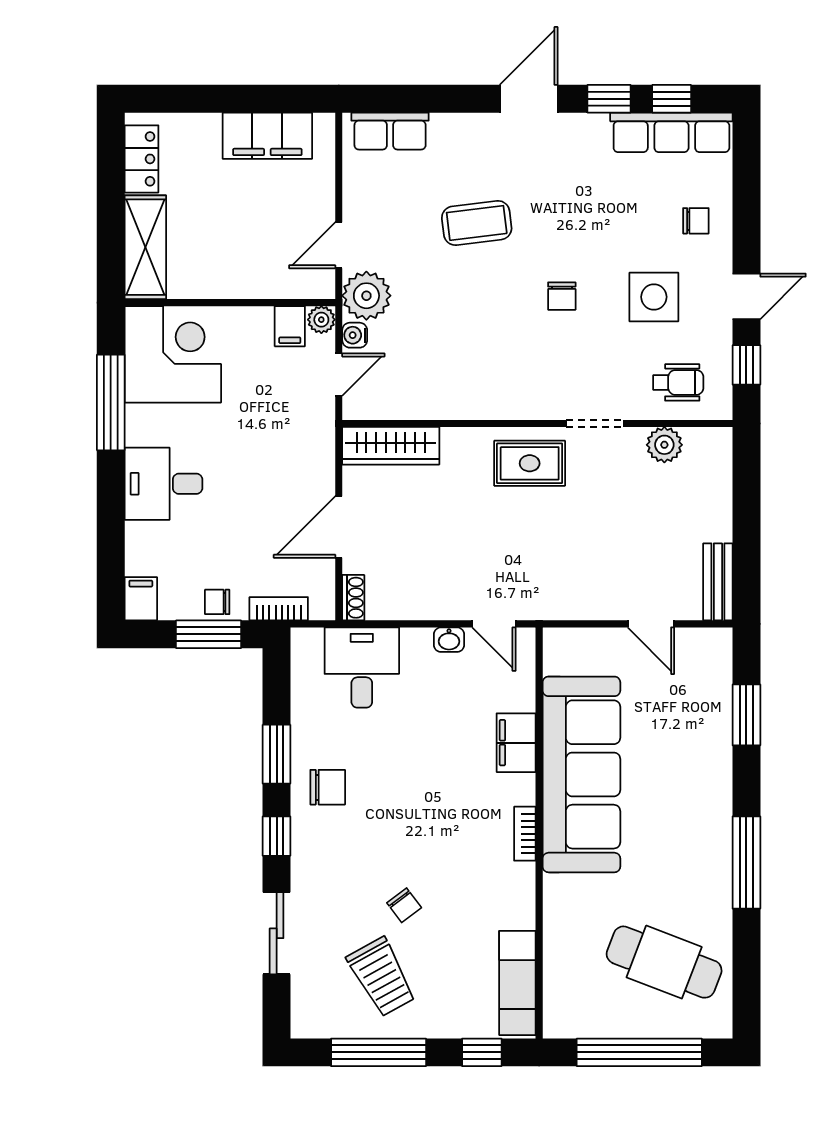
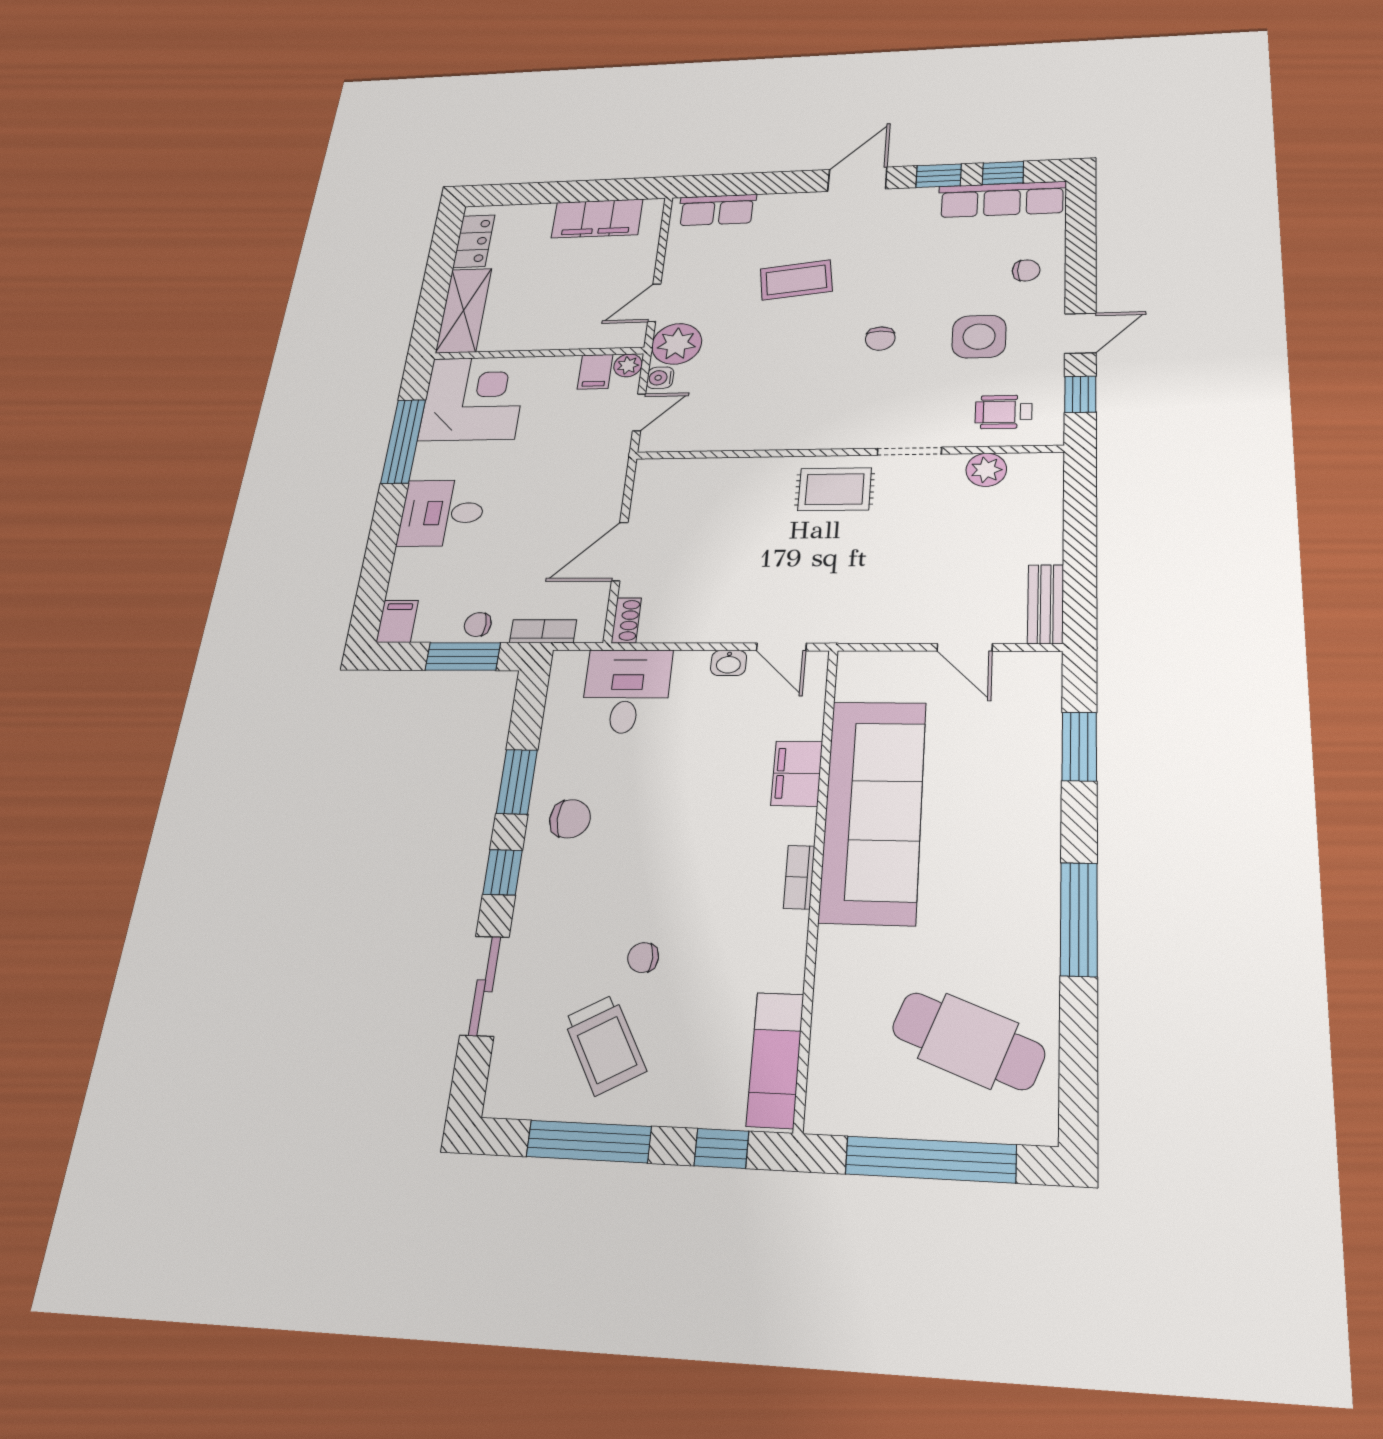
wheelchair: (678, 382) -> (1004, 412), turned 180
wardrobe: (391, 446) -> (685, 475), removed
chair: (404, 905) -> (643, 958), turned 127

